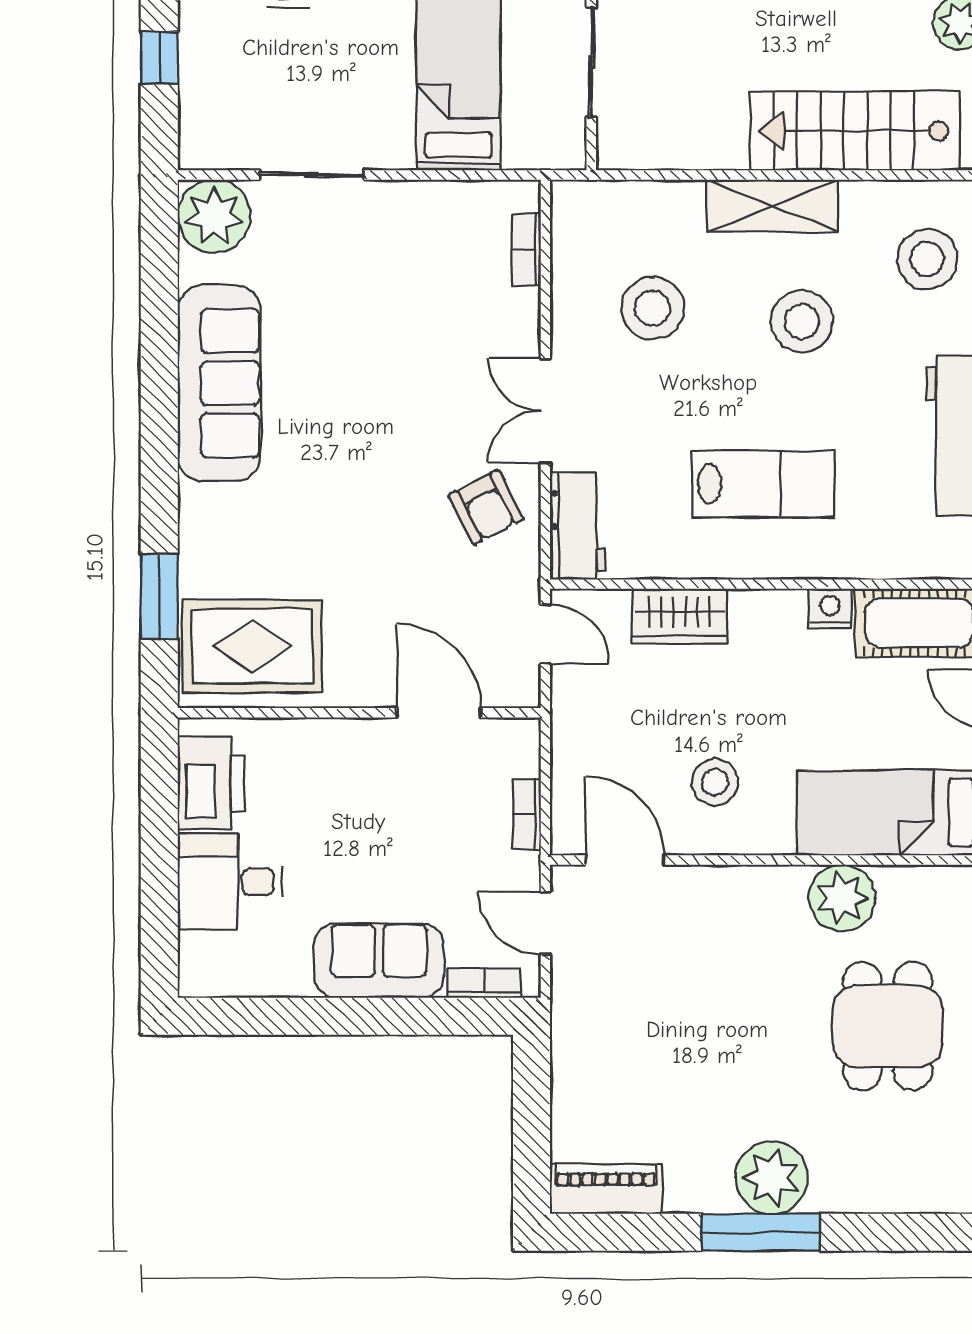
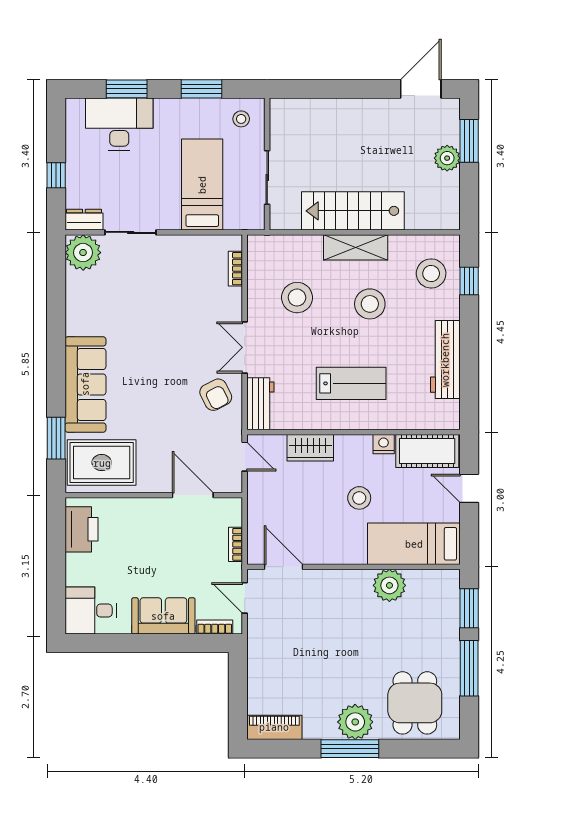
stairs: (855, 131) -> (353, 211), moved
dresser: (216, 149) -> (84, 220), added
sofa: (219, 383) -> (85, 384), moved
stool: (715, 782) -> (359, 498), moved
desk: (230, 882) -> (91, 611), moved
dining table: (887, 1026) -> (415, 703), moved

